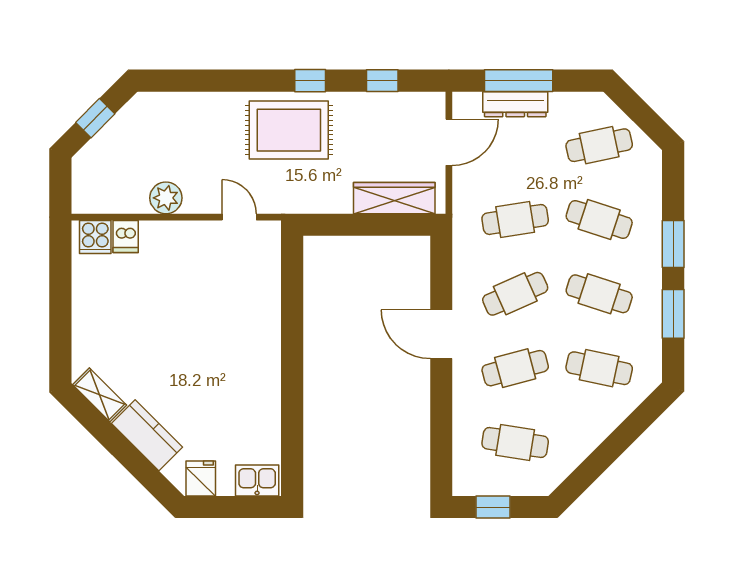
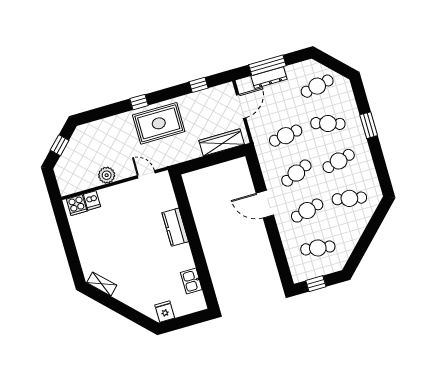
window: (310, 81) -> (139, 102), moved
cafe table: (599, 294) -> (339, 161), turned -33
window: (673, 314) -> (379, 160), removed
kitchen counter: (147, 435) -> (175, 227), moved, turned -135
kitchen sink: (257, 480) -> (191, 281), moved, turned -90

